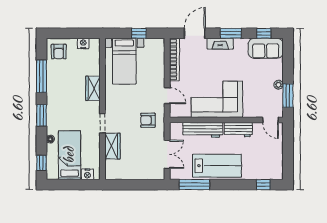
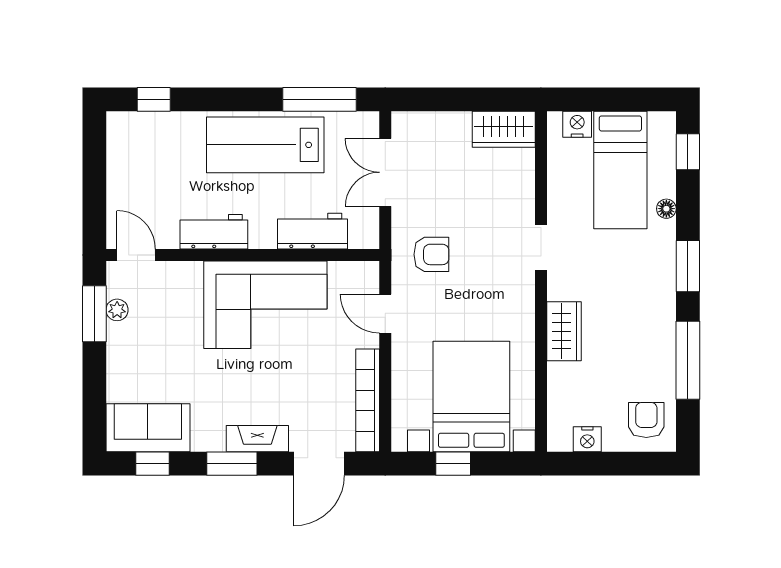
bed with nightstands: (124, 61) -> (471, 397), width x1.36
plant: (279, 85) -> (117, 310), moved
workbench: (203, 130) -> (312, 231), width x0.73
wardrobe: (112, 146) -> (504, 129), moved, turned -90

